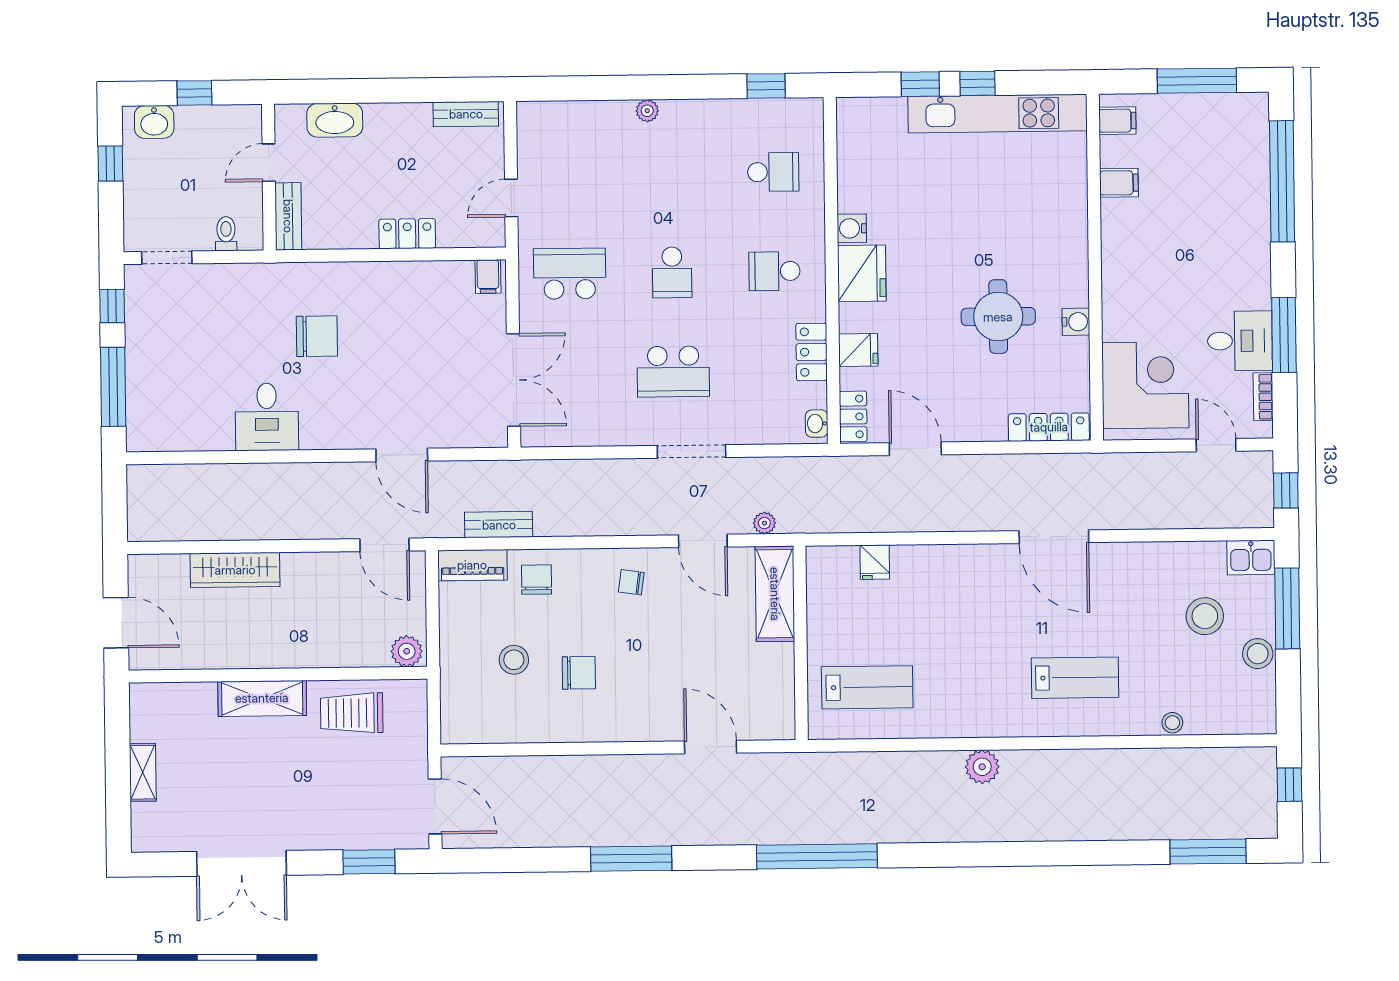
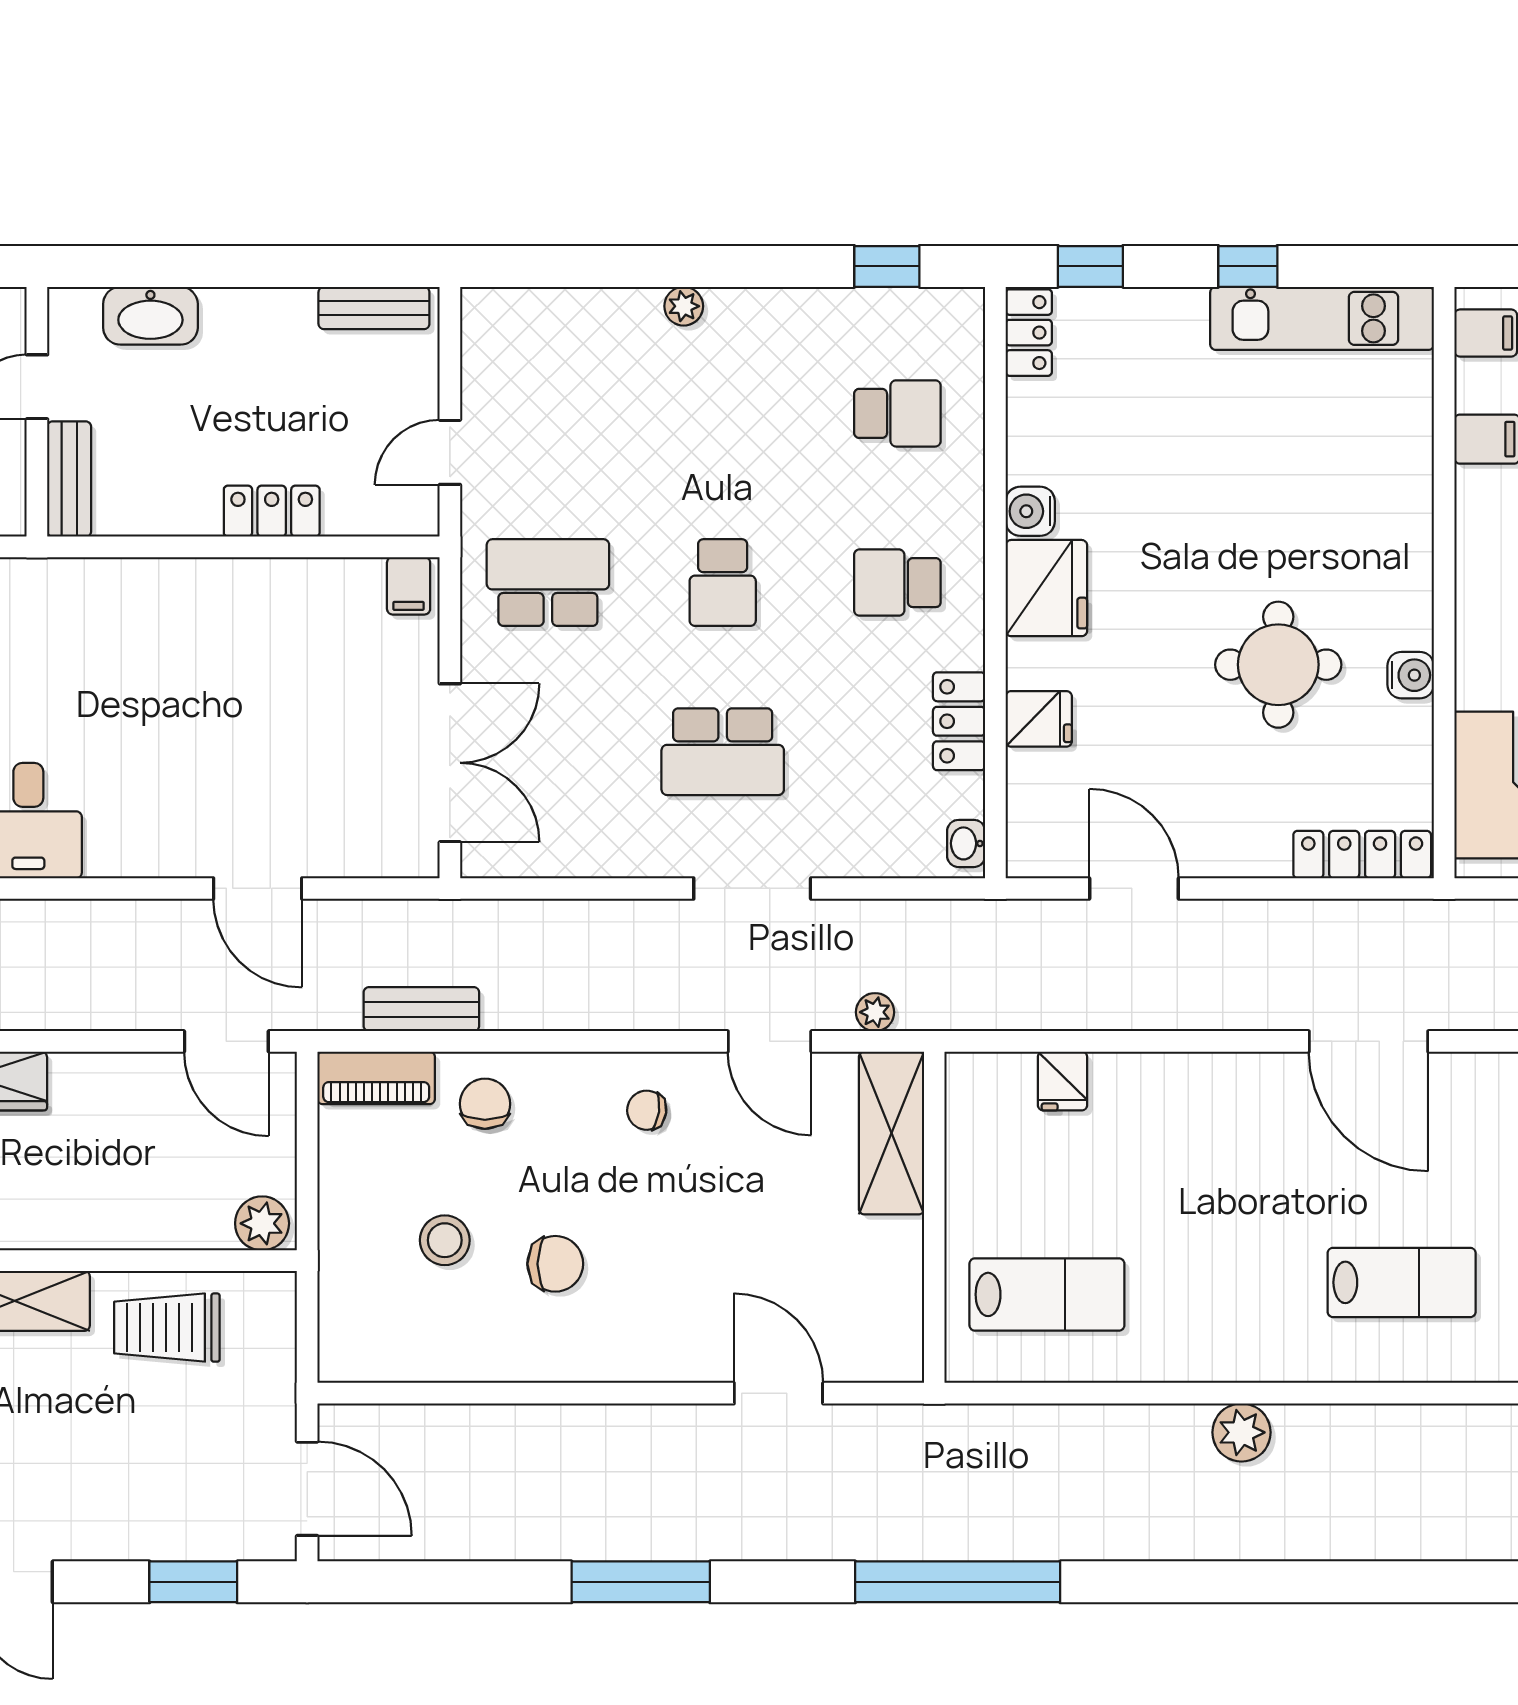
window: (920, 84) -> (1090, 266), moved
kitchen unit: (998, 114) -> (1322, 318), width x0.73
chair: (317, 336) -> (115, 684), removed
locker: (853, 416) -> (1029, 333), moved

